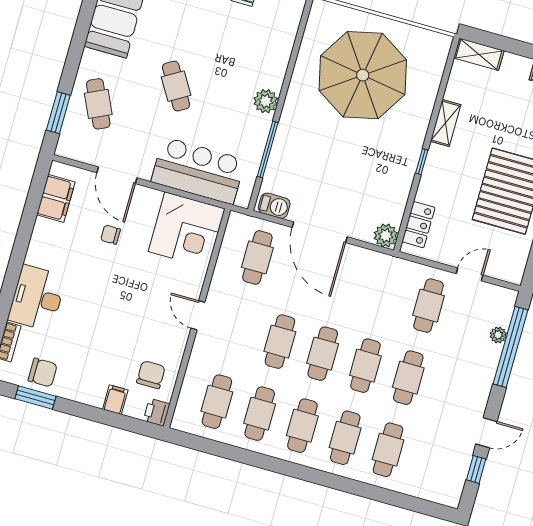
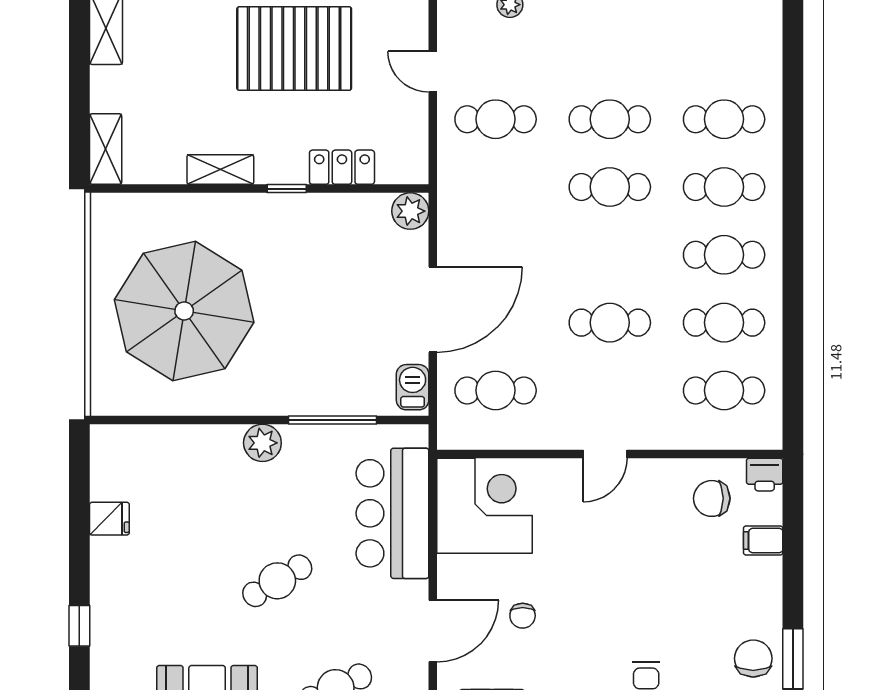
locker: (419, 225) -> (342, 167), moved
cafe table: (323, 354) -> (610, 255), removed

